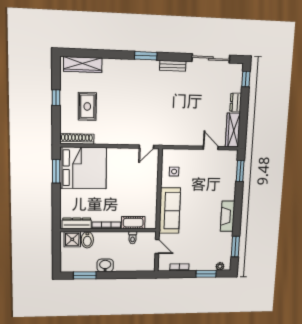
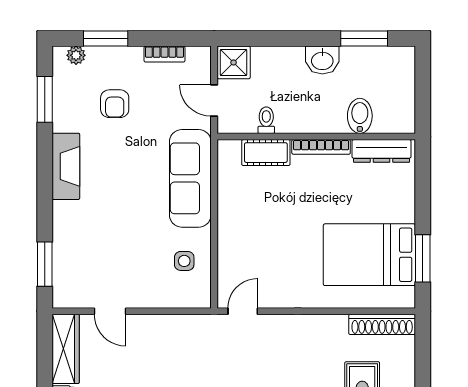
bed: (83, 168) -> (369, 255), width x0.73
shower: (72, 239) -> (234, 62), moved
armchair: (203, 245) -> (115, 104), added

